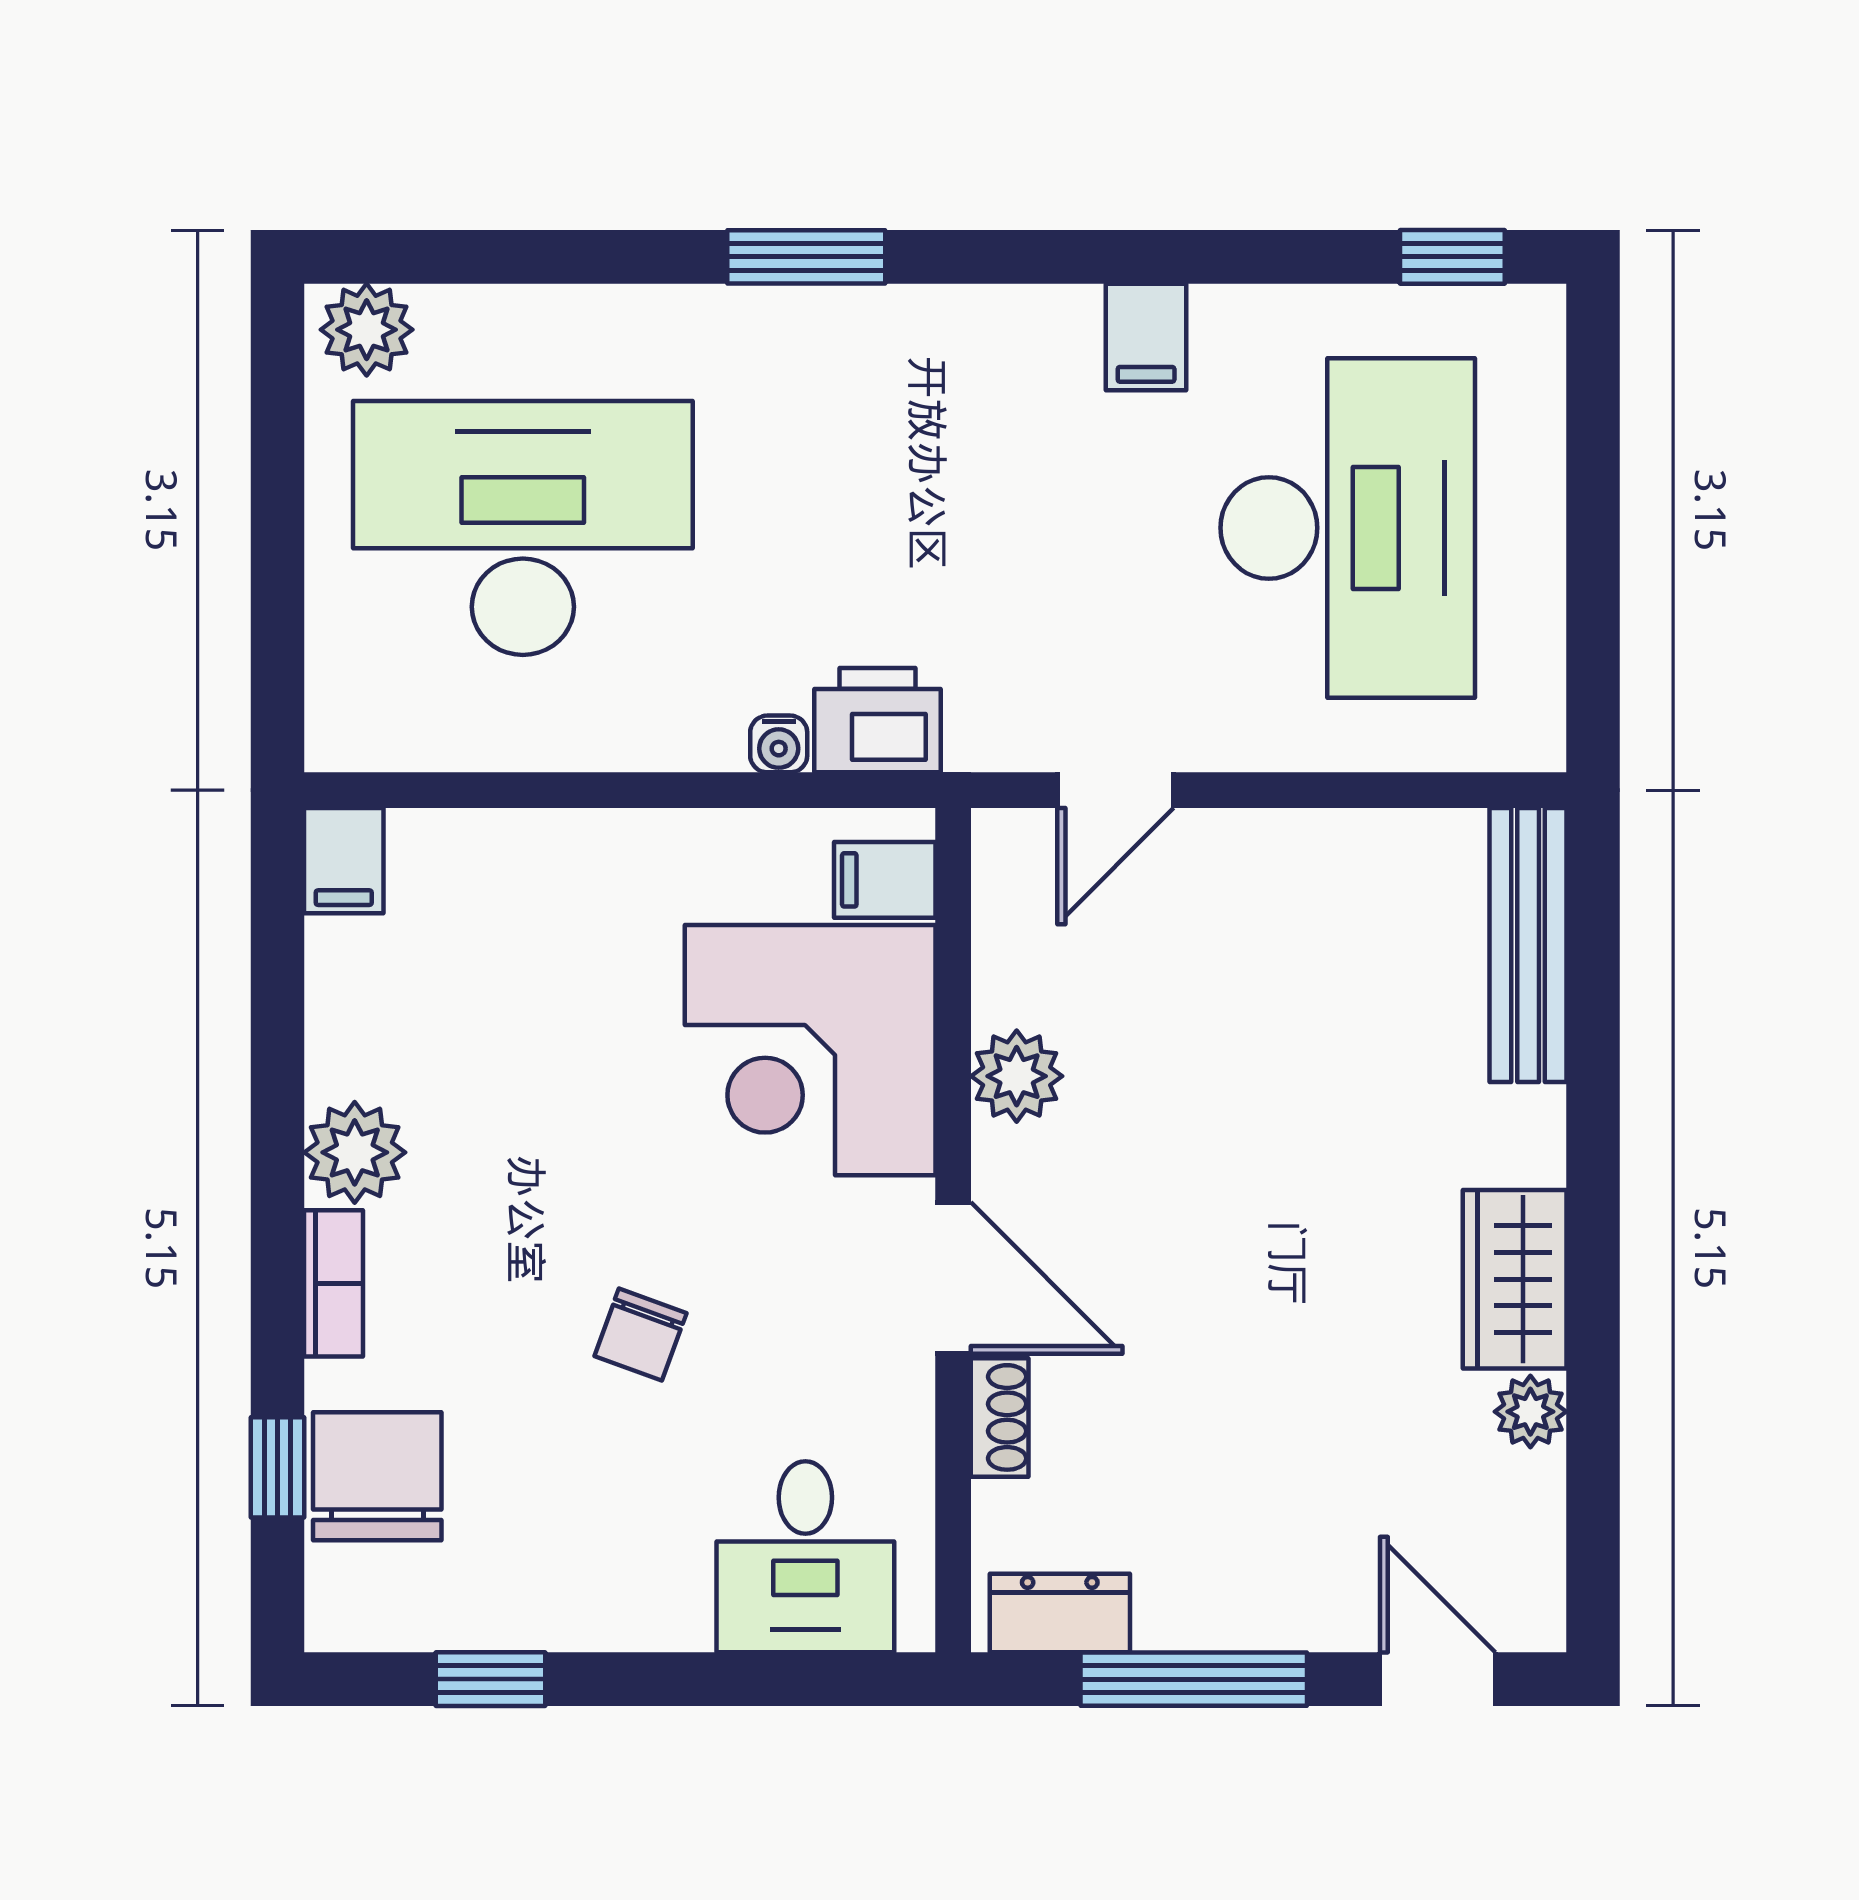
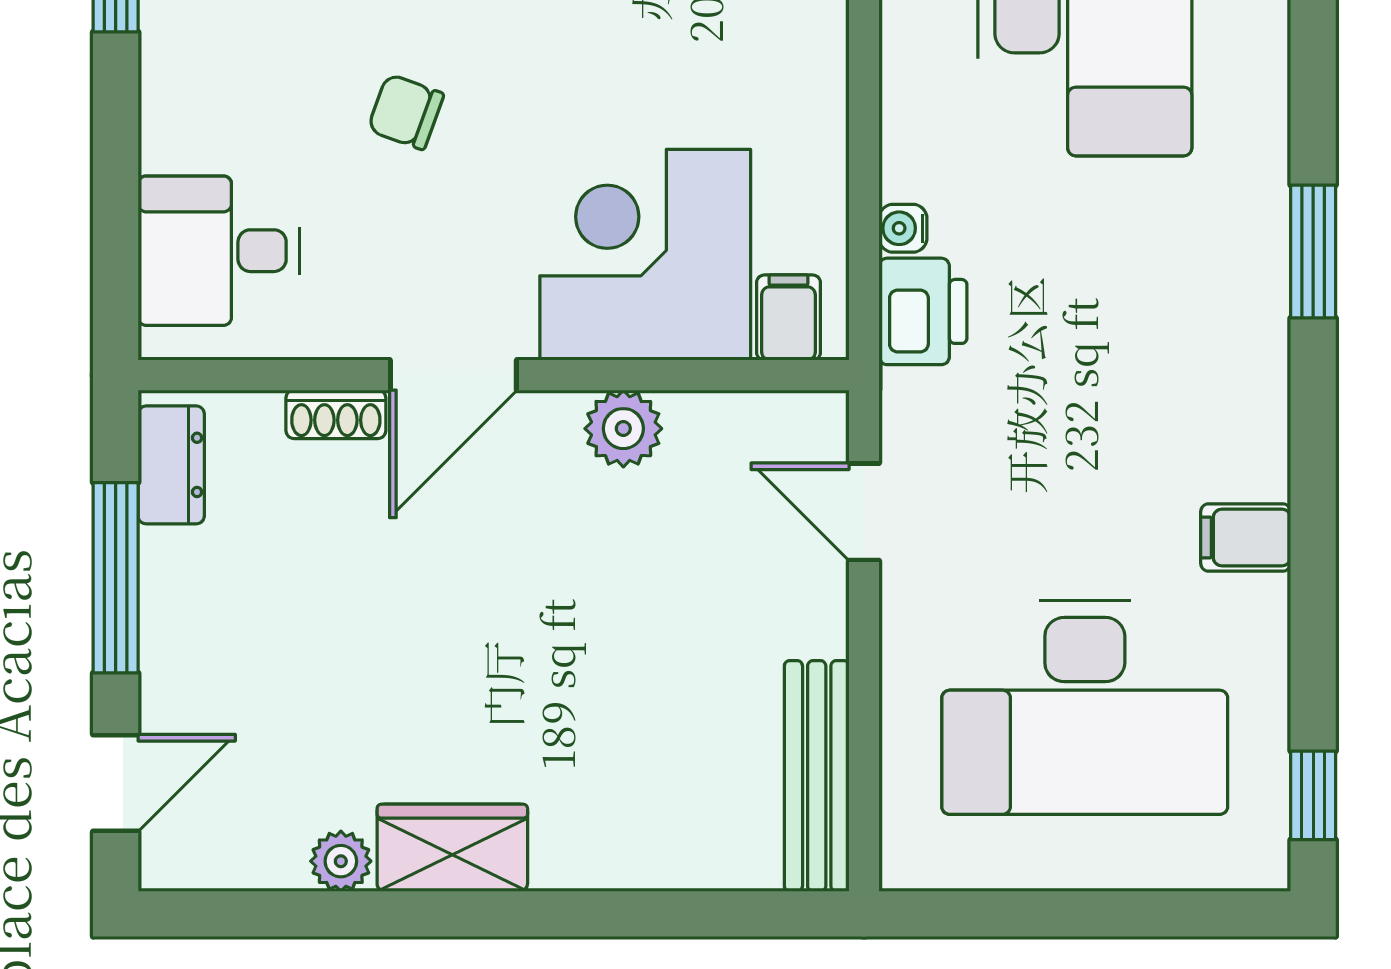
bench: (1528, 945) -> (817, 776), moved, turned 90

